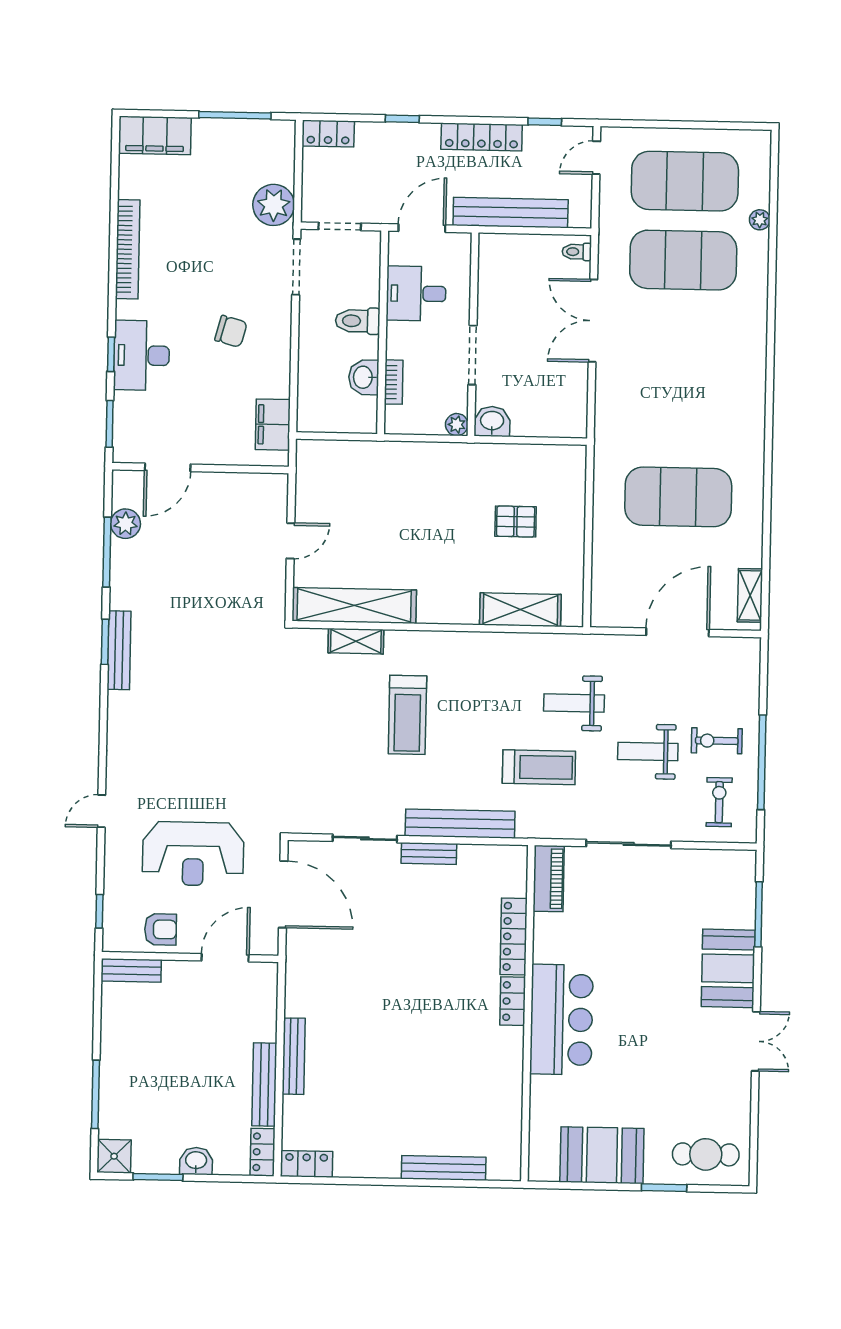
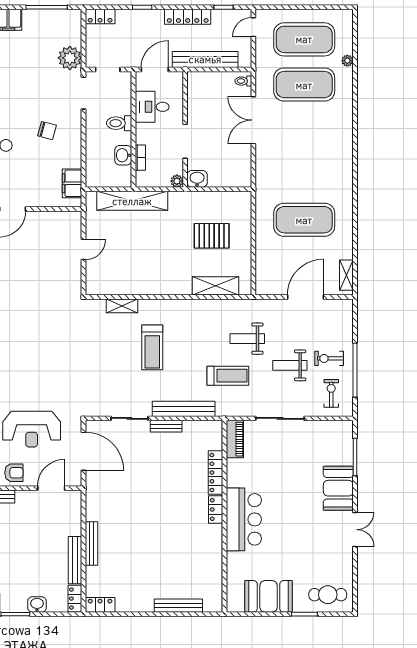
pallet: (516, 522) -> (212, 236), width x1.50, depth x1.42
shelving: (354, 605) -> (132, 201), moved

